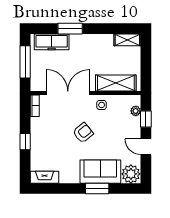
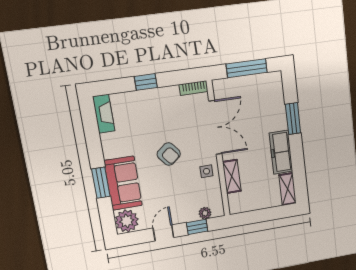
freezer: (52, 42) -> (281, 152), moved
shelving: (116, 83) -> (232, 176), width x0.67, depth x0.75

